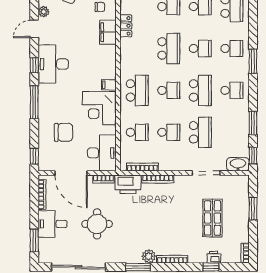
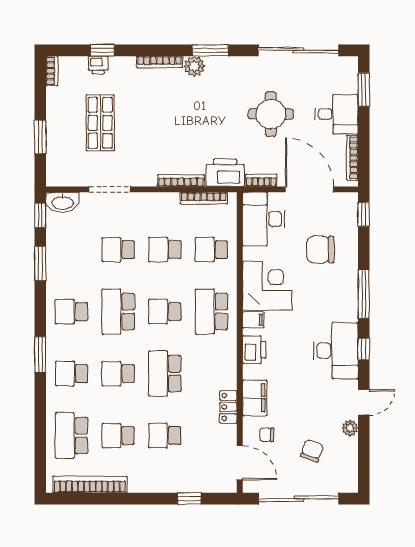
printer: (108, 65) -> (254, 350), added
school desk: (200, 132) -> (118, 250), width x0.54

